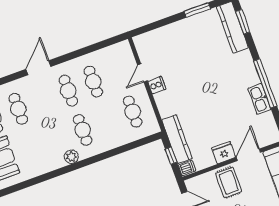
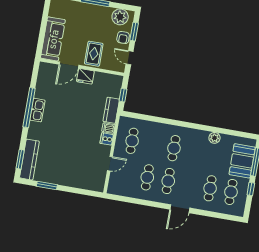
cooker: (157, 85) -> (107, 139), moved
kitchen sink: (259, 99) -> (37, 110), moved
kitchen counter: (177, 139) -> (111, 110), width x0.67
plant: (71, 157) -> (215, 138), moved
dishwasher: (187, 168) -> (108, 128), moved

